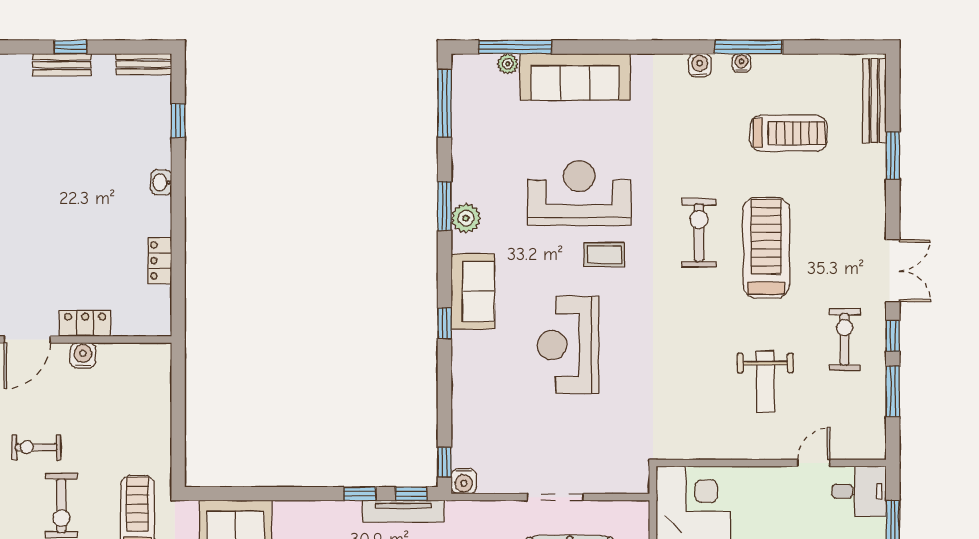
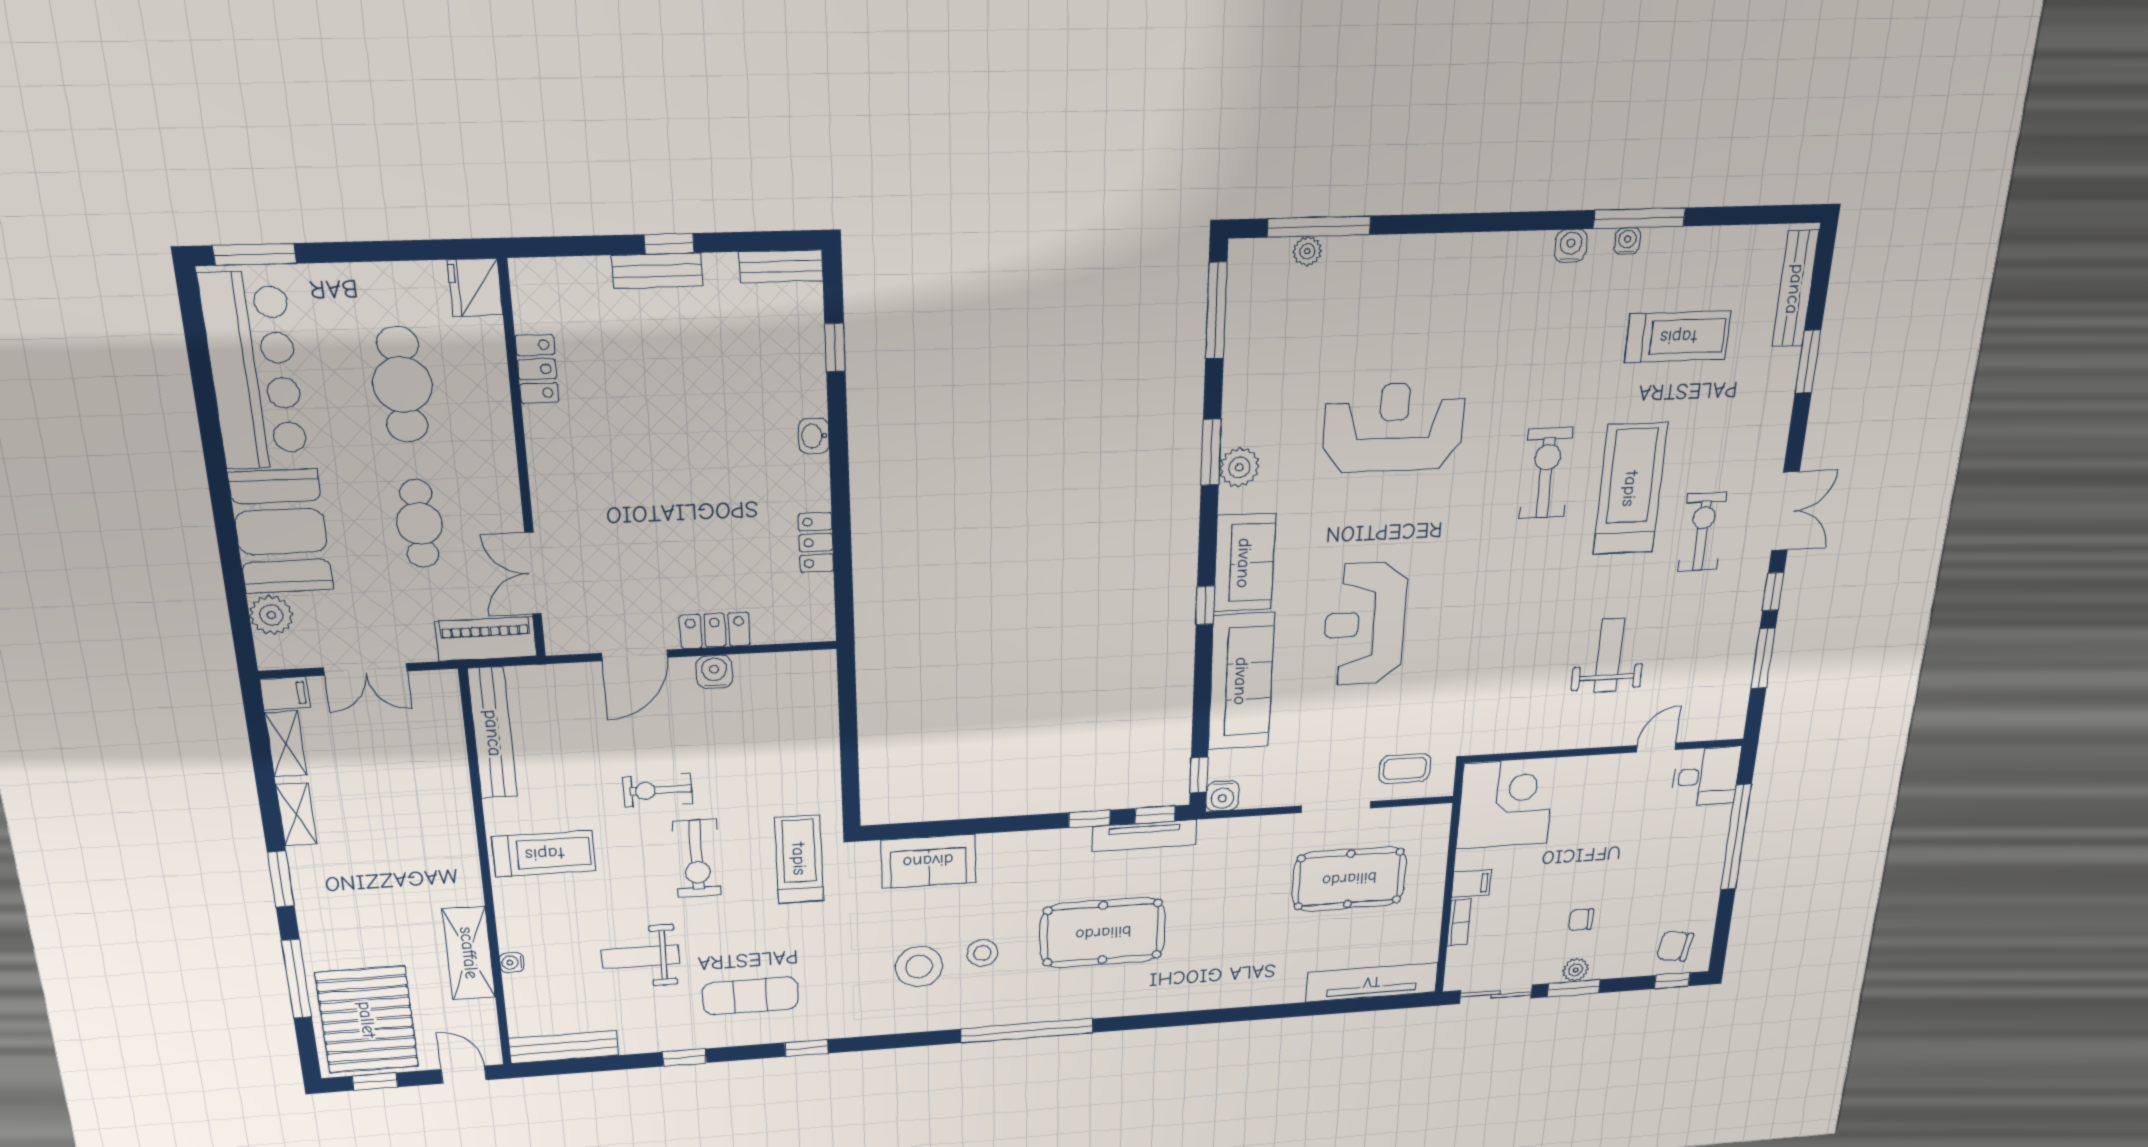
sofa: (575, 77) -> (1241, 681), moved, turned -90
coffee table: (604, 255) -> (1405, 768), moved
exercise bike: (845, 339) -> (1702, 532), moved
weight bench: (765, 381) -> (1609, 655), turned 180

